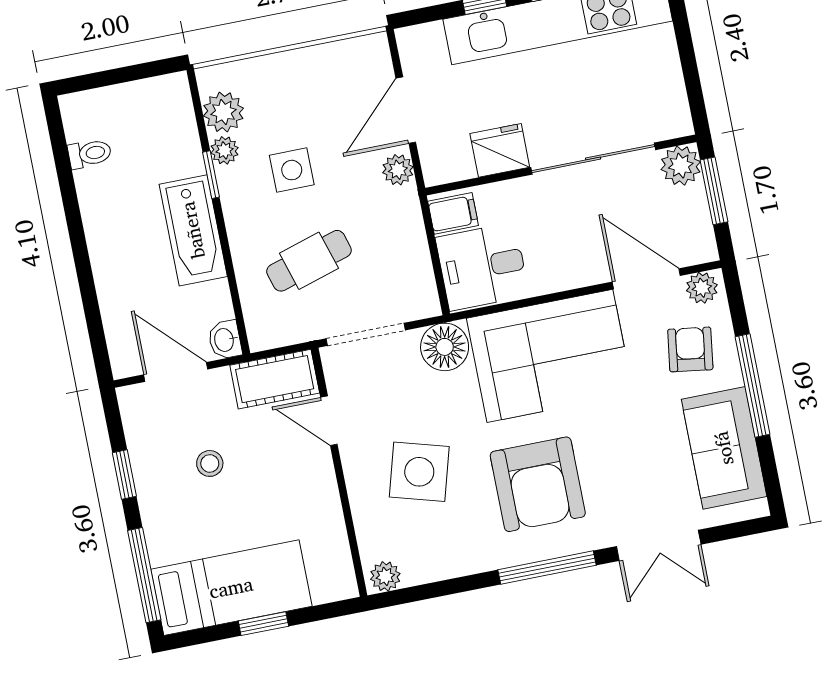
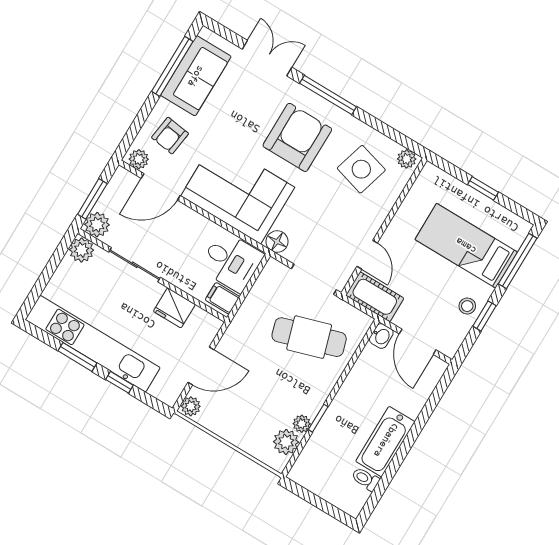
plant: (672, 119) -> (81, 250), added
sliding door: (593, 159) -> (135, 265), width x0.73
side table: (292, 170) -> (279, 386), removed
plant: (398, 170) -> (191, 406), moved
bathtub: (193, 230) -> (385, 442), moved, turned 180
cafe table: (309, 261) -> (309, 337), width x1.37, depth x1.35
door: (646, 279) -> (161, 187), hinge flipped
floor lamp: (445, 347) -> (277, 242), width x0.73, depth x0.73
window: (753, 386) -> (172, 66), moved
stool: (210, 463) -> (467, 306), moved
side table: (419, 472) -> (361, 169), moved
bed: (231, 588) -> (466, 246), moved

